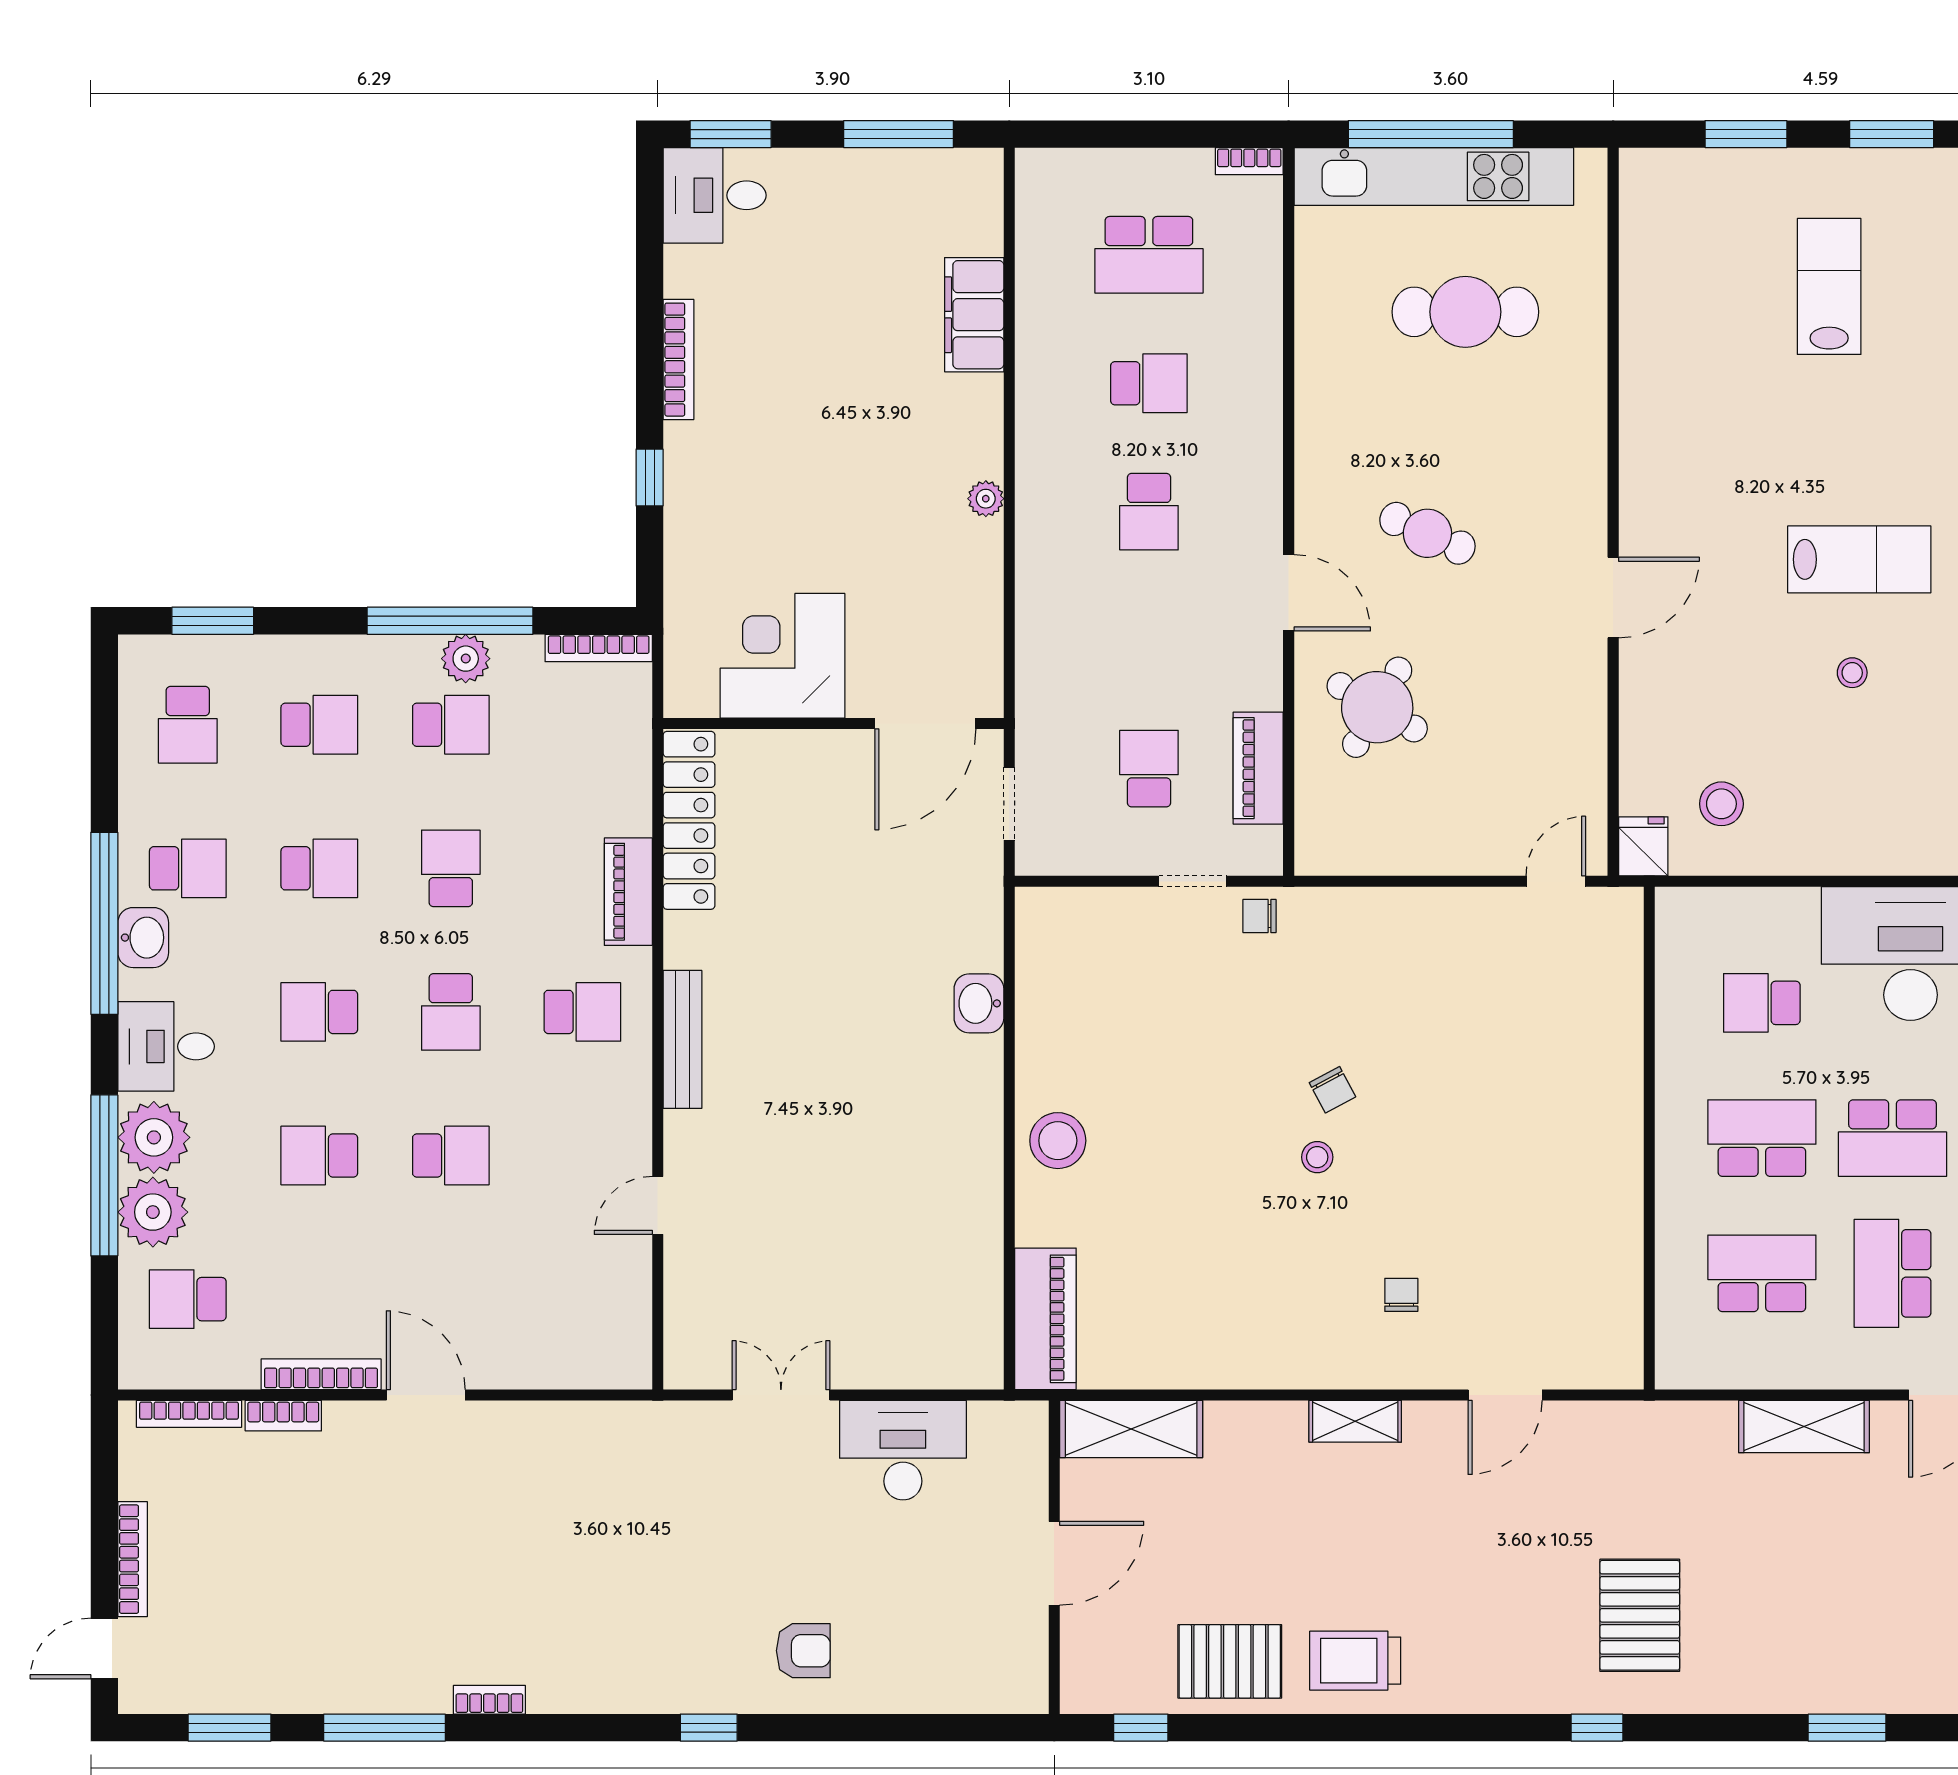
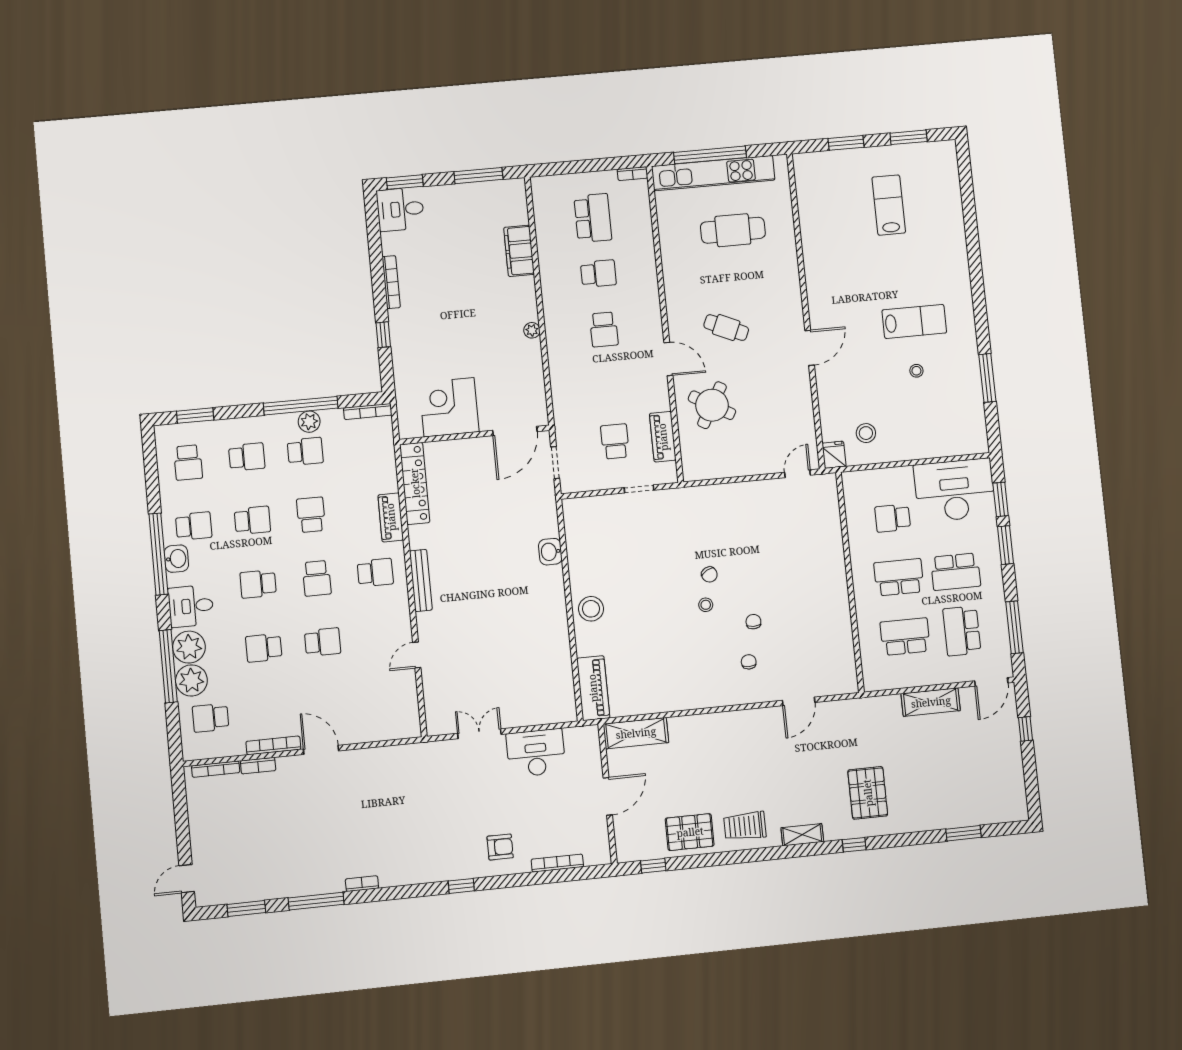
school desk: (1149, 255) -> (593, 218), turned -90
chair: (1259, 916) -> (753, 622), moved, turned 90
shelving: (1355, 1421) -> (802, 835), moved
bookcase: (133, 1559) -> (557, 863), moved, turned -90

